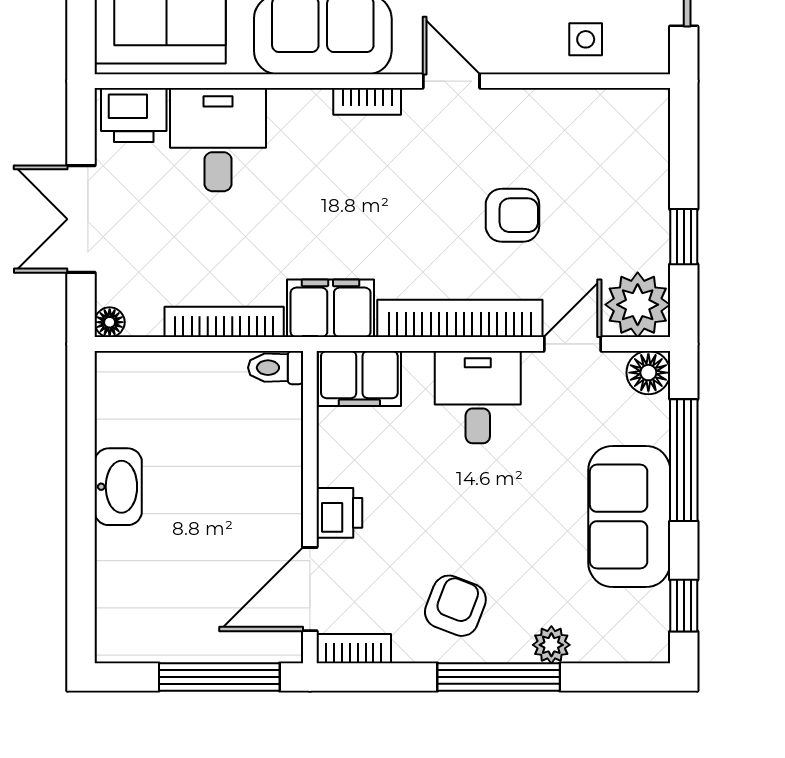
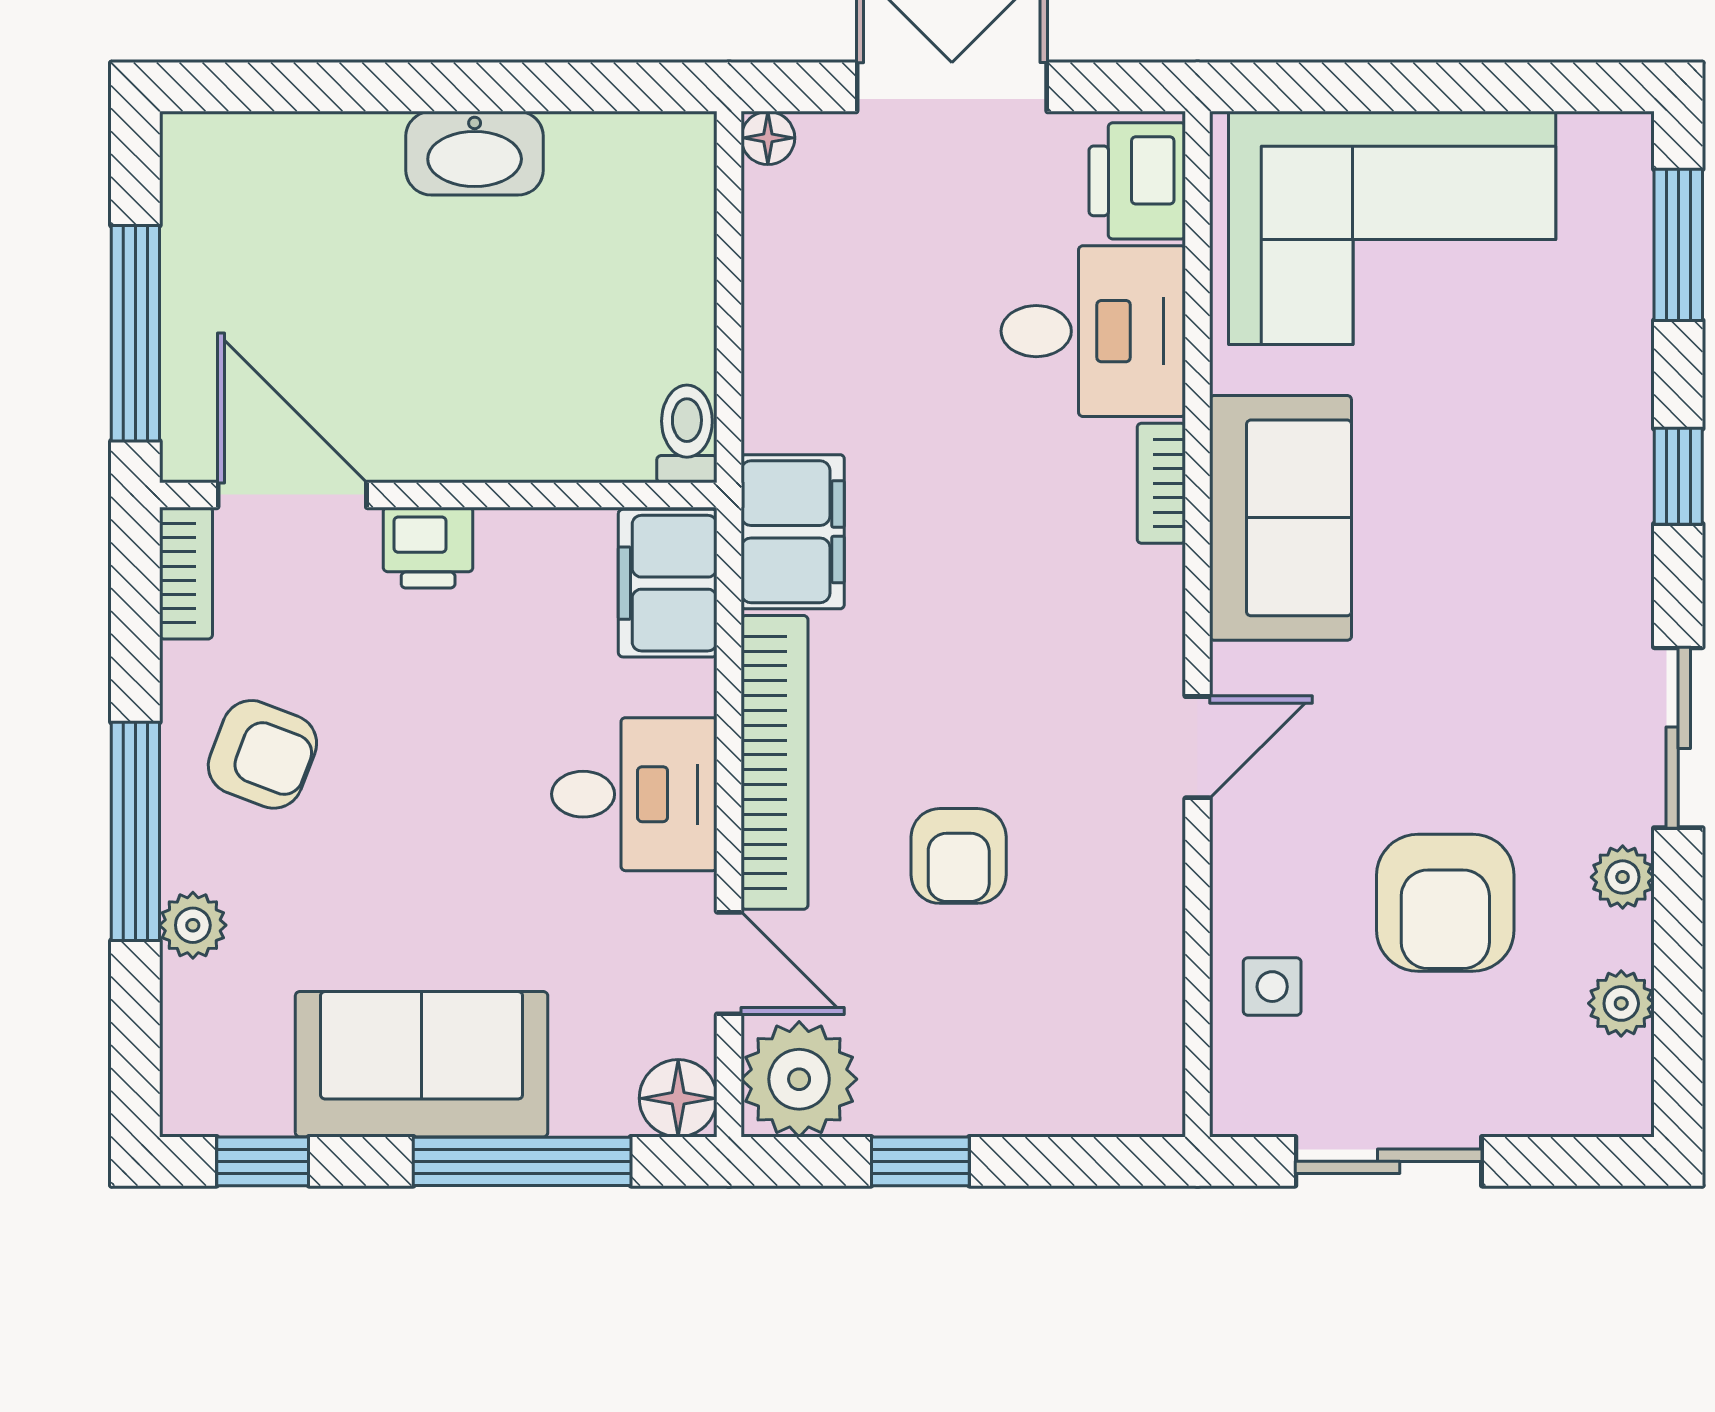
bookcase: (367, 101) -> (1161, 483), moved
bookcase: (224, 322) -> (768, 342), removed

